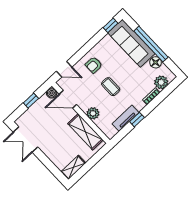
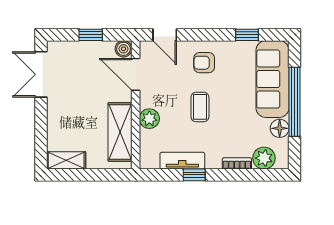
window: (111, 25) -> (247, 35), moved

